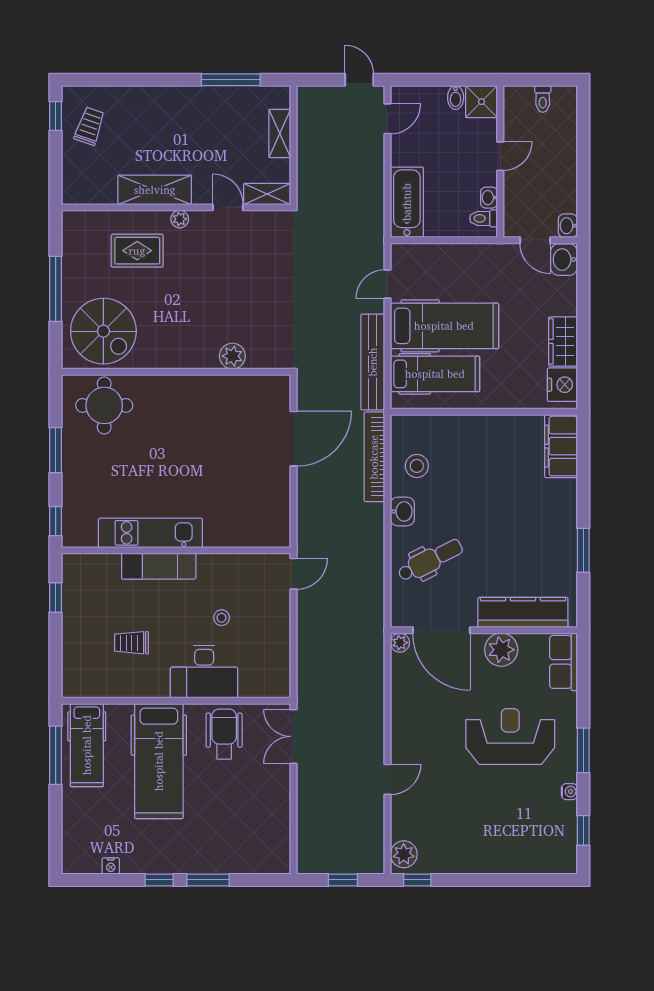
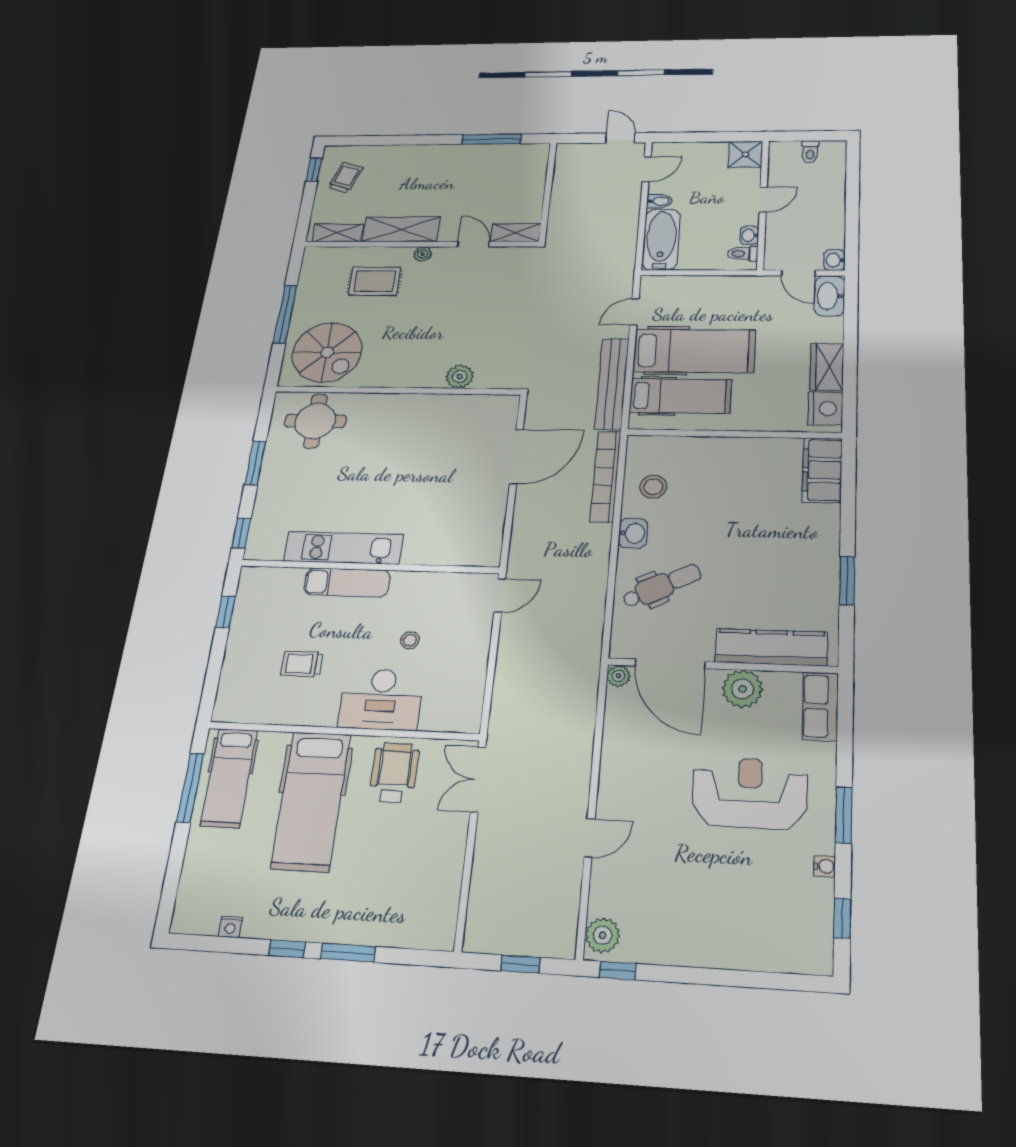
bidet: (456, 98) -> (659, 201), moved, turned -90
shelving: (280, 133) -> (338, 233), moved, turned 90
washbasin: (564, 260) -> (830, 296), width x1.38

